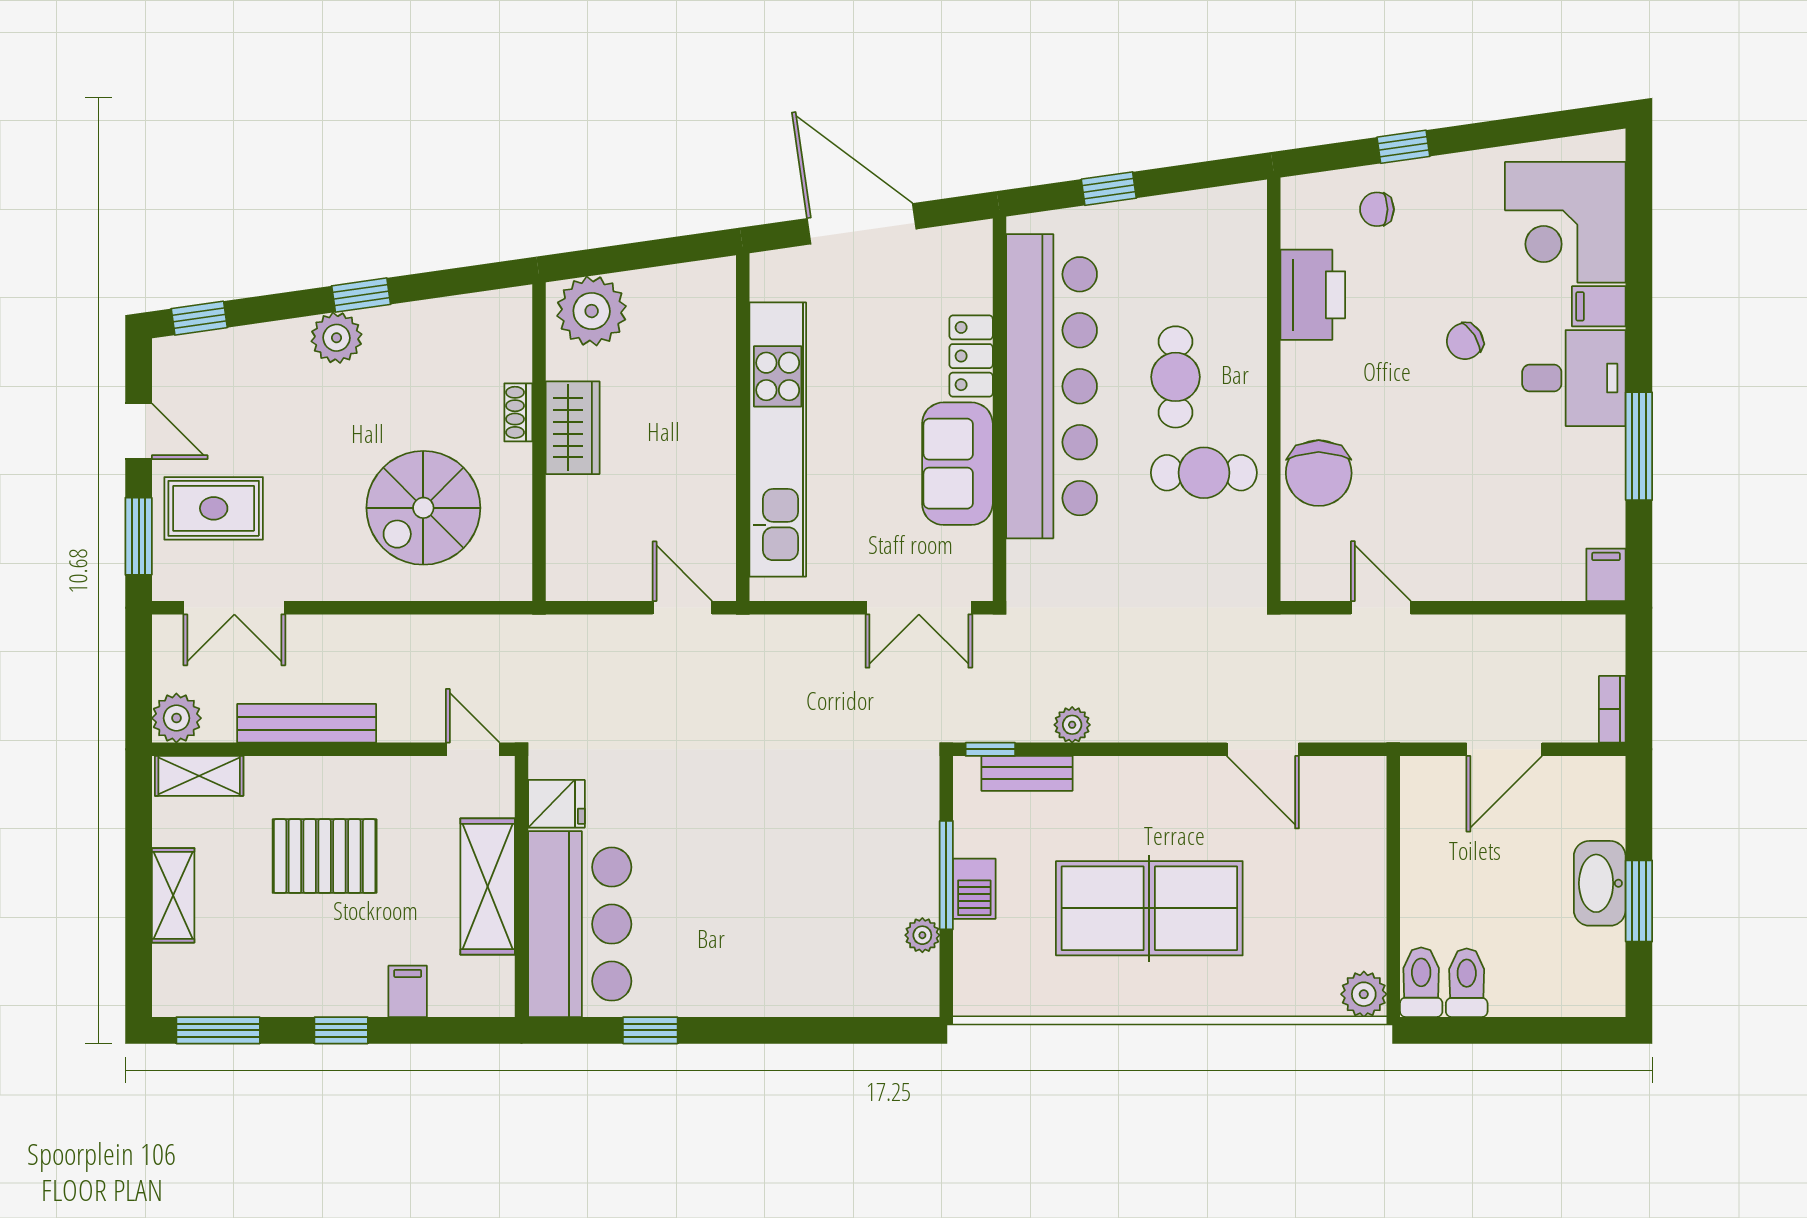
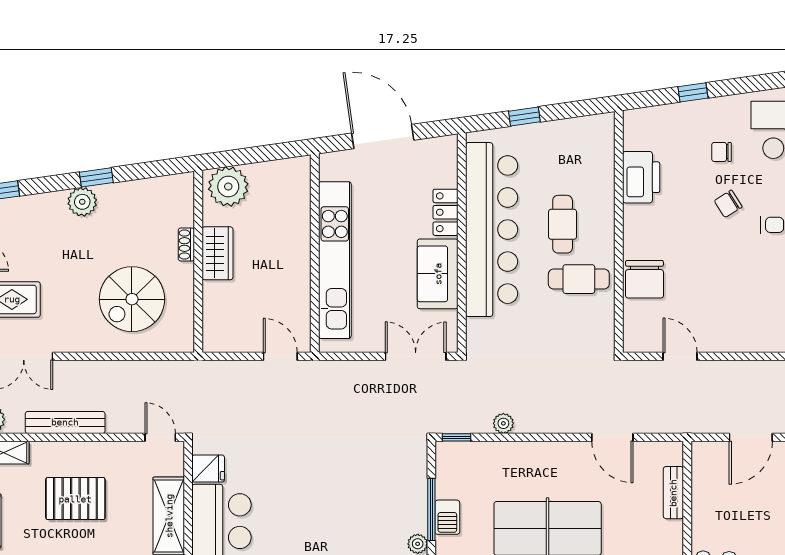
chair: (1377, 209) -> (721, 152), moved
double door: (919, 608) -> (416, 356), swing flipped
bench: (1027, 773) -> (673, 493), moved, turned 90

